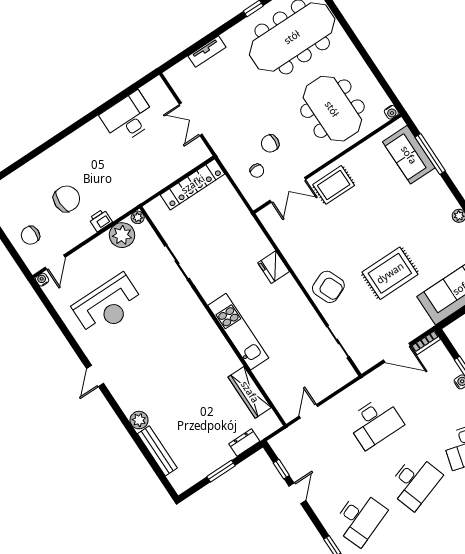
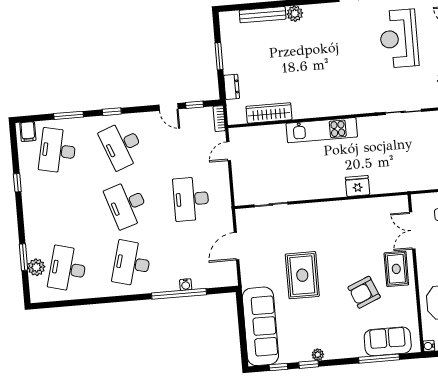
armchair: (328, 287) -> (364, 292), moved
bookcase: (426, 342) -> (219, 119), moved
door: (308, 411) -> (229, 151), swing flipped

